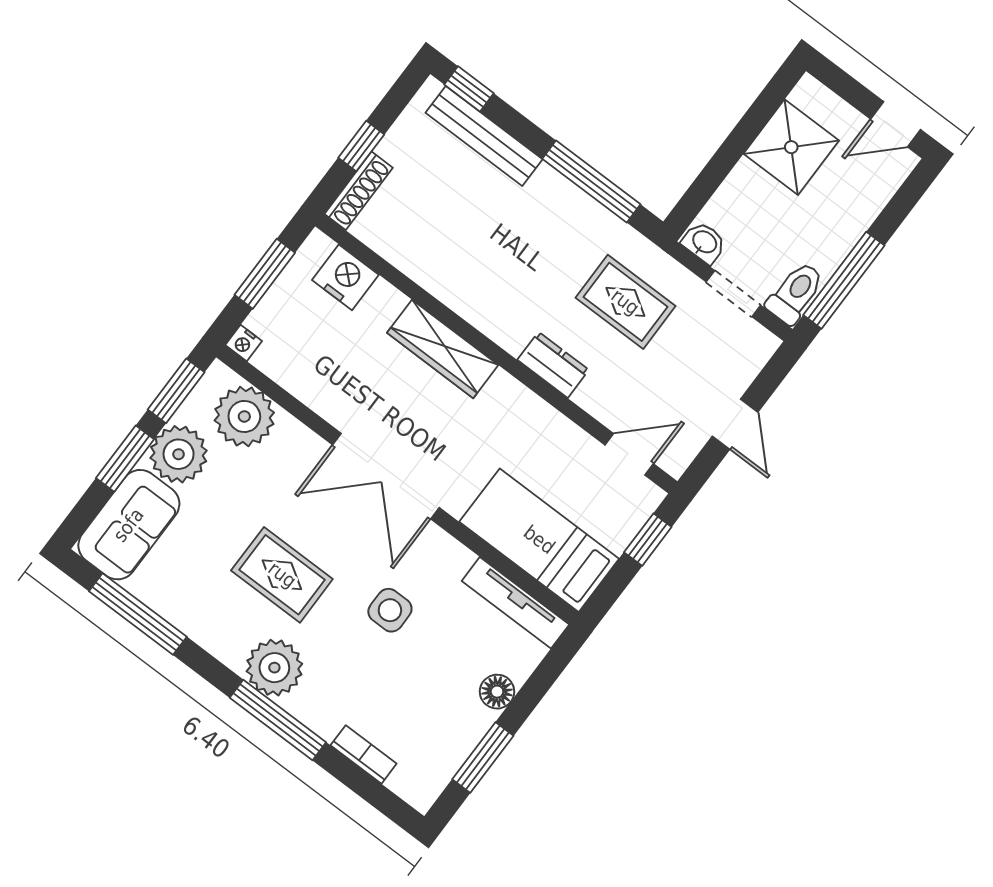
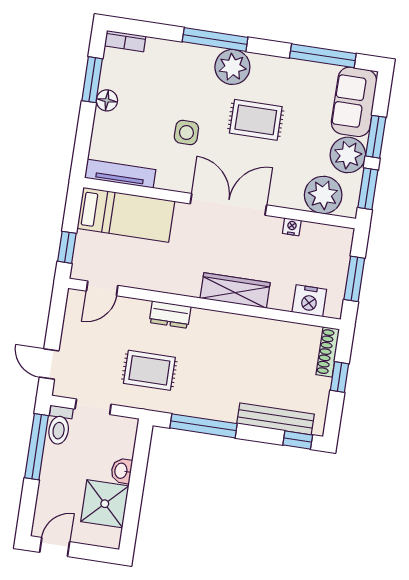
washbasin: (704, 243) -> (121, 471), moved, turned 90
nightstand: (244, 343) -> (292, 227), moved
door: (735, 424) -> (49, 364), moved
floor lamp: (497, 692) -> (107, 100), moved
bookcase: (364, 754) -> (125, 41), moved

